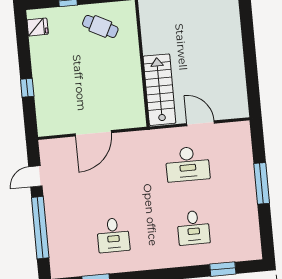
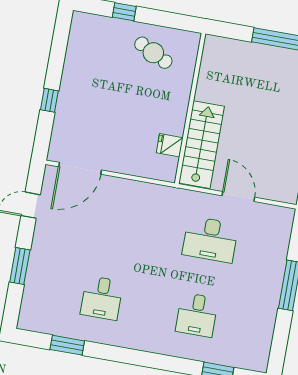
fridge: (38, 27) -> (170, 145), moved, turned 180
door: (93, 133) -> (80, 168), moved
window: (40, 228) -> (20, 266), width x0.47

